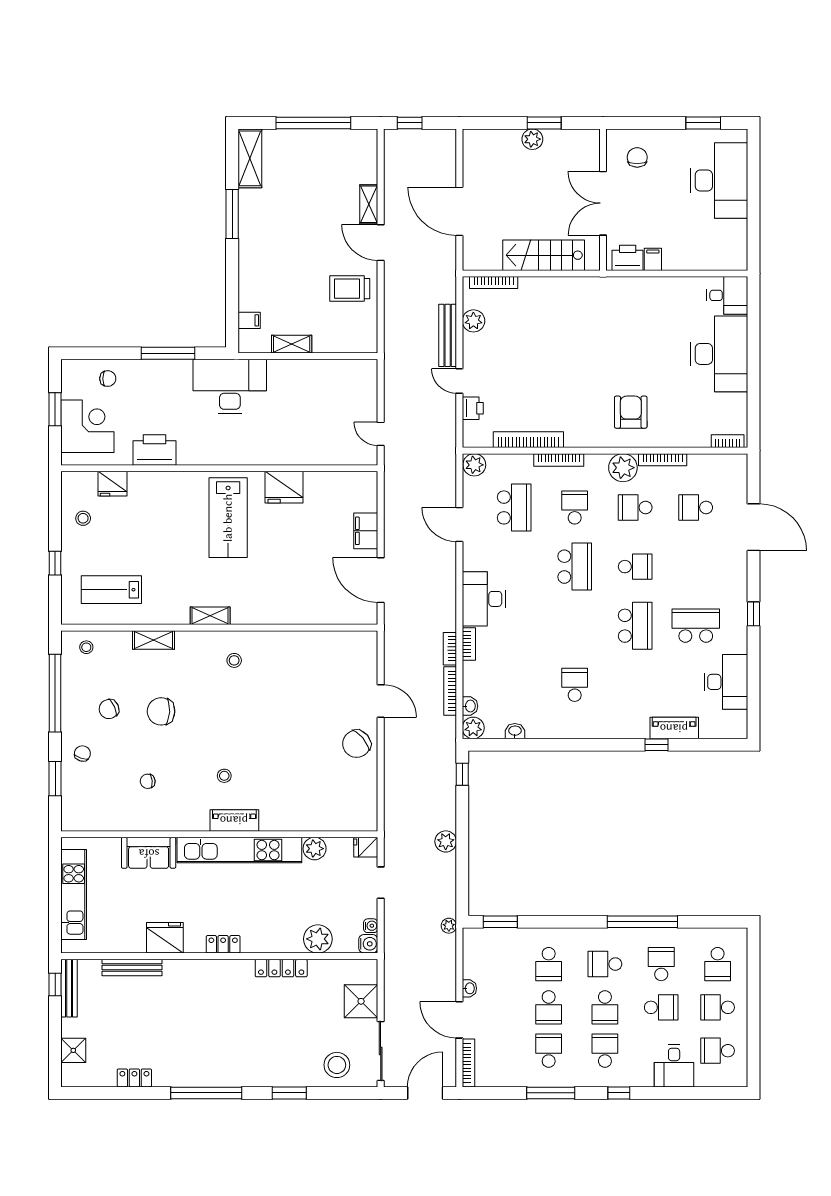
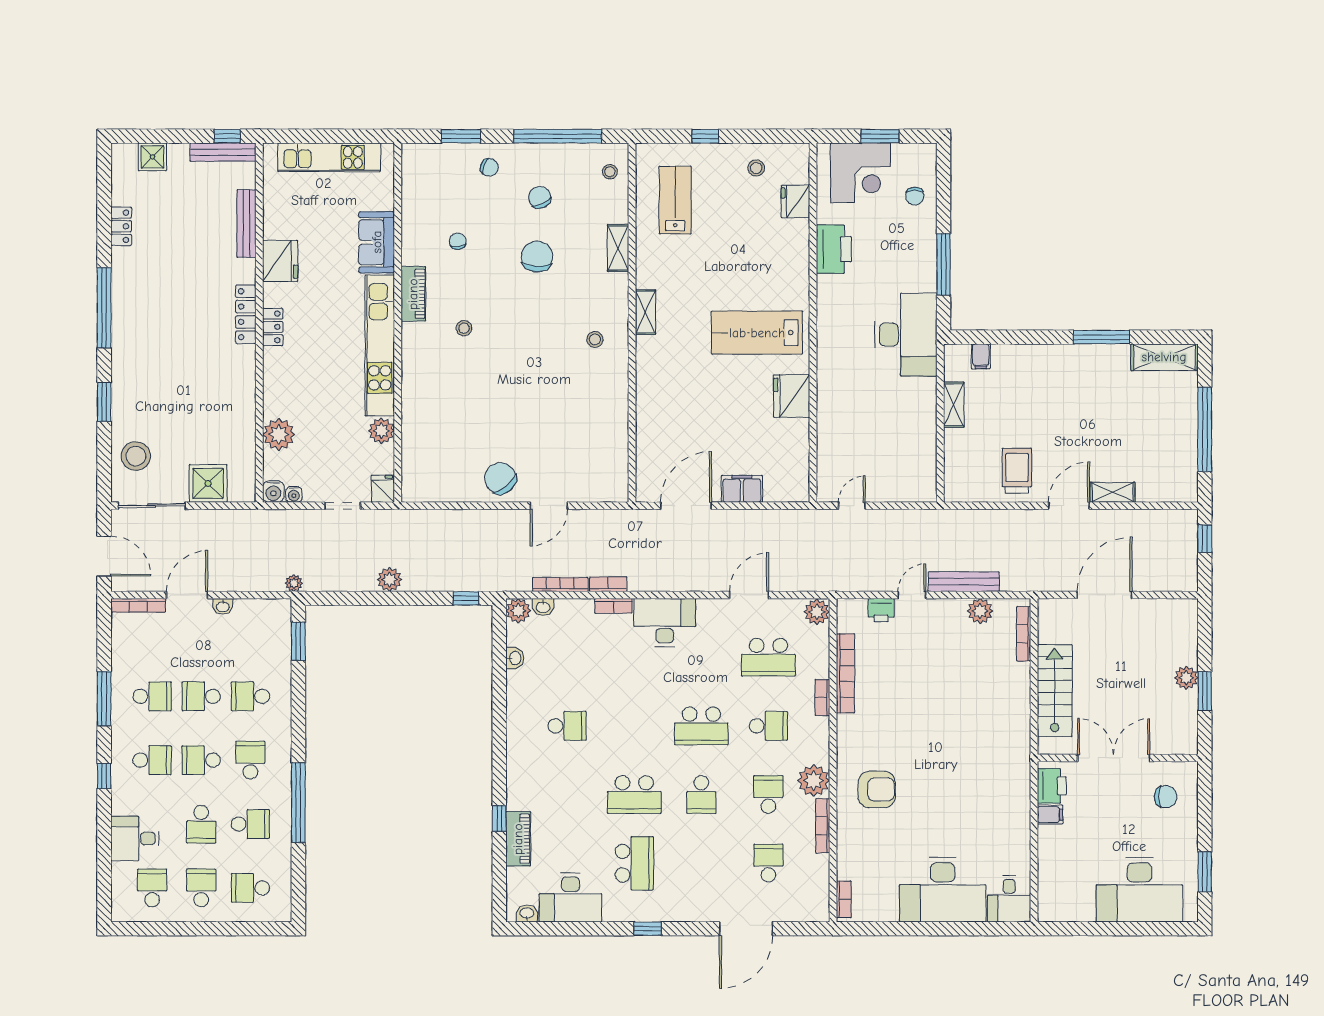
bookcase: (559, 460) -> (822, 698), width x0.64
washbasin: (740, 720) -> (527, 913), added
piano: (234, 820) -> (413, 294), moved
locker: (281, 968) -> (246, 314), moved

